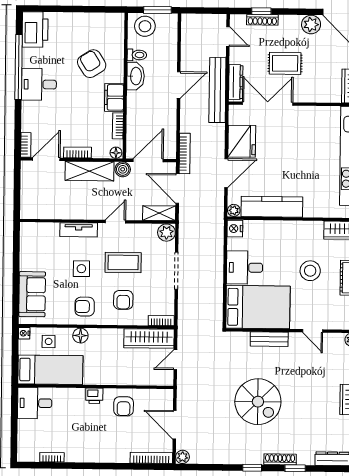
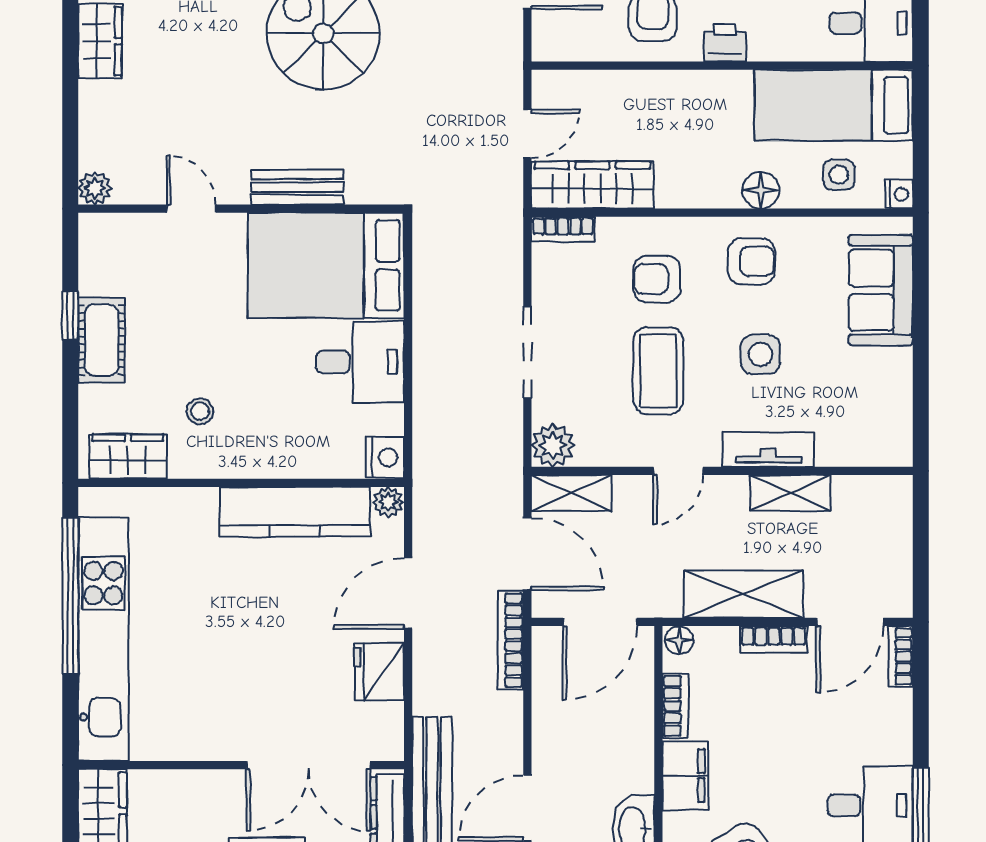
fridge: (242, 141) -> (379, 672), width x0.73, depth x0.75
boiler: (123, 169) -> (662, 599), removed
shelving: (70, 212) -> (790, 493), added
coffee table: (123, 262) -> (658, 371), turned 90
stool: (310, 271) -> (200, 411), moved, width x0.53, depth x0.53
armchair: (123, 300) -> (657, 279), turned -90

